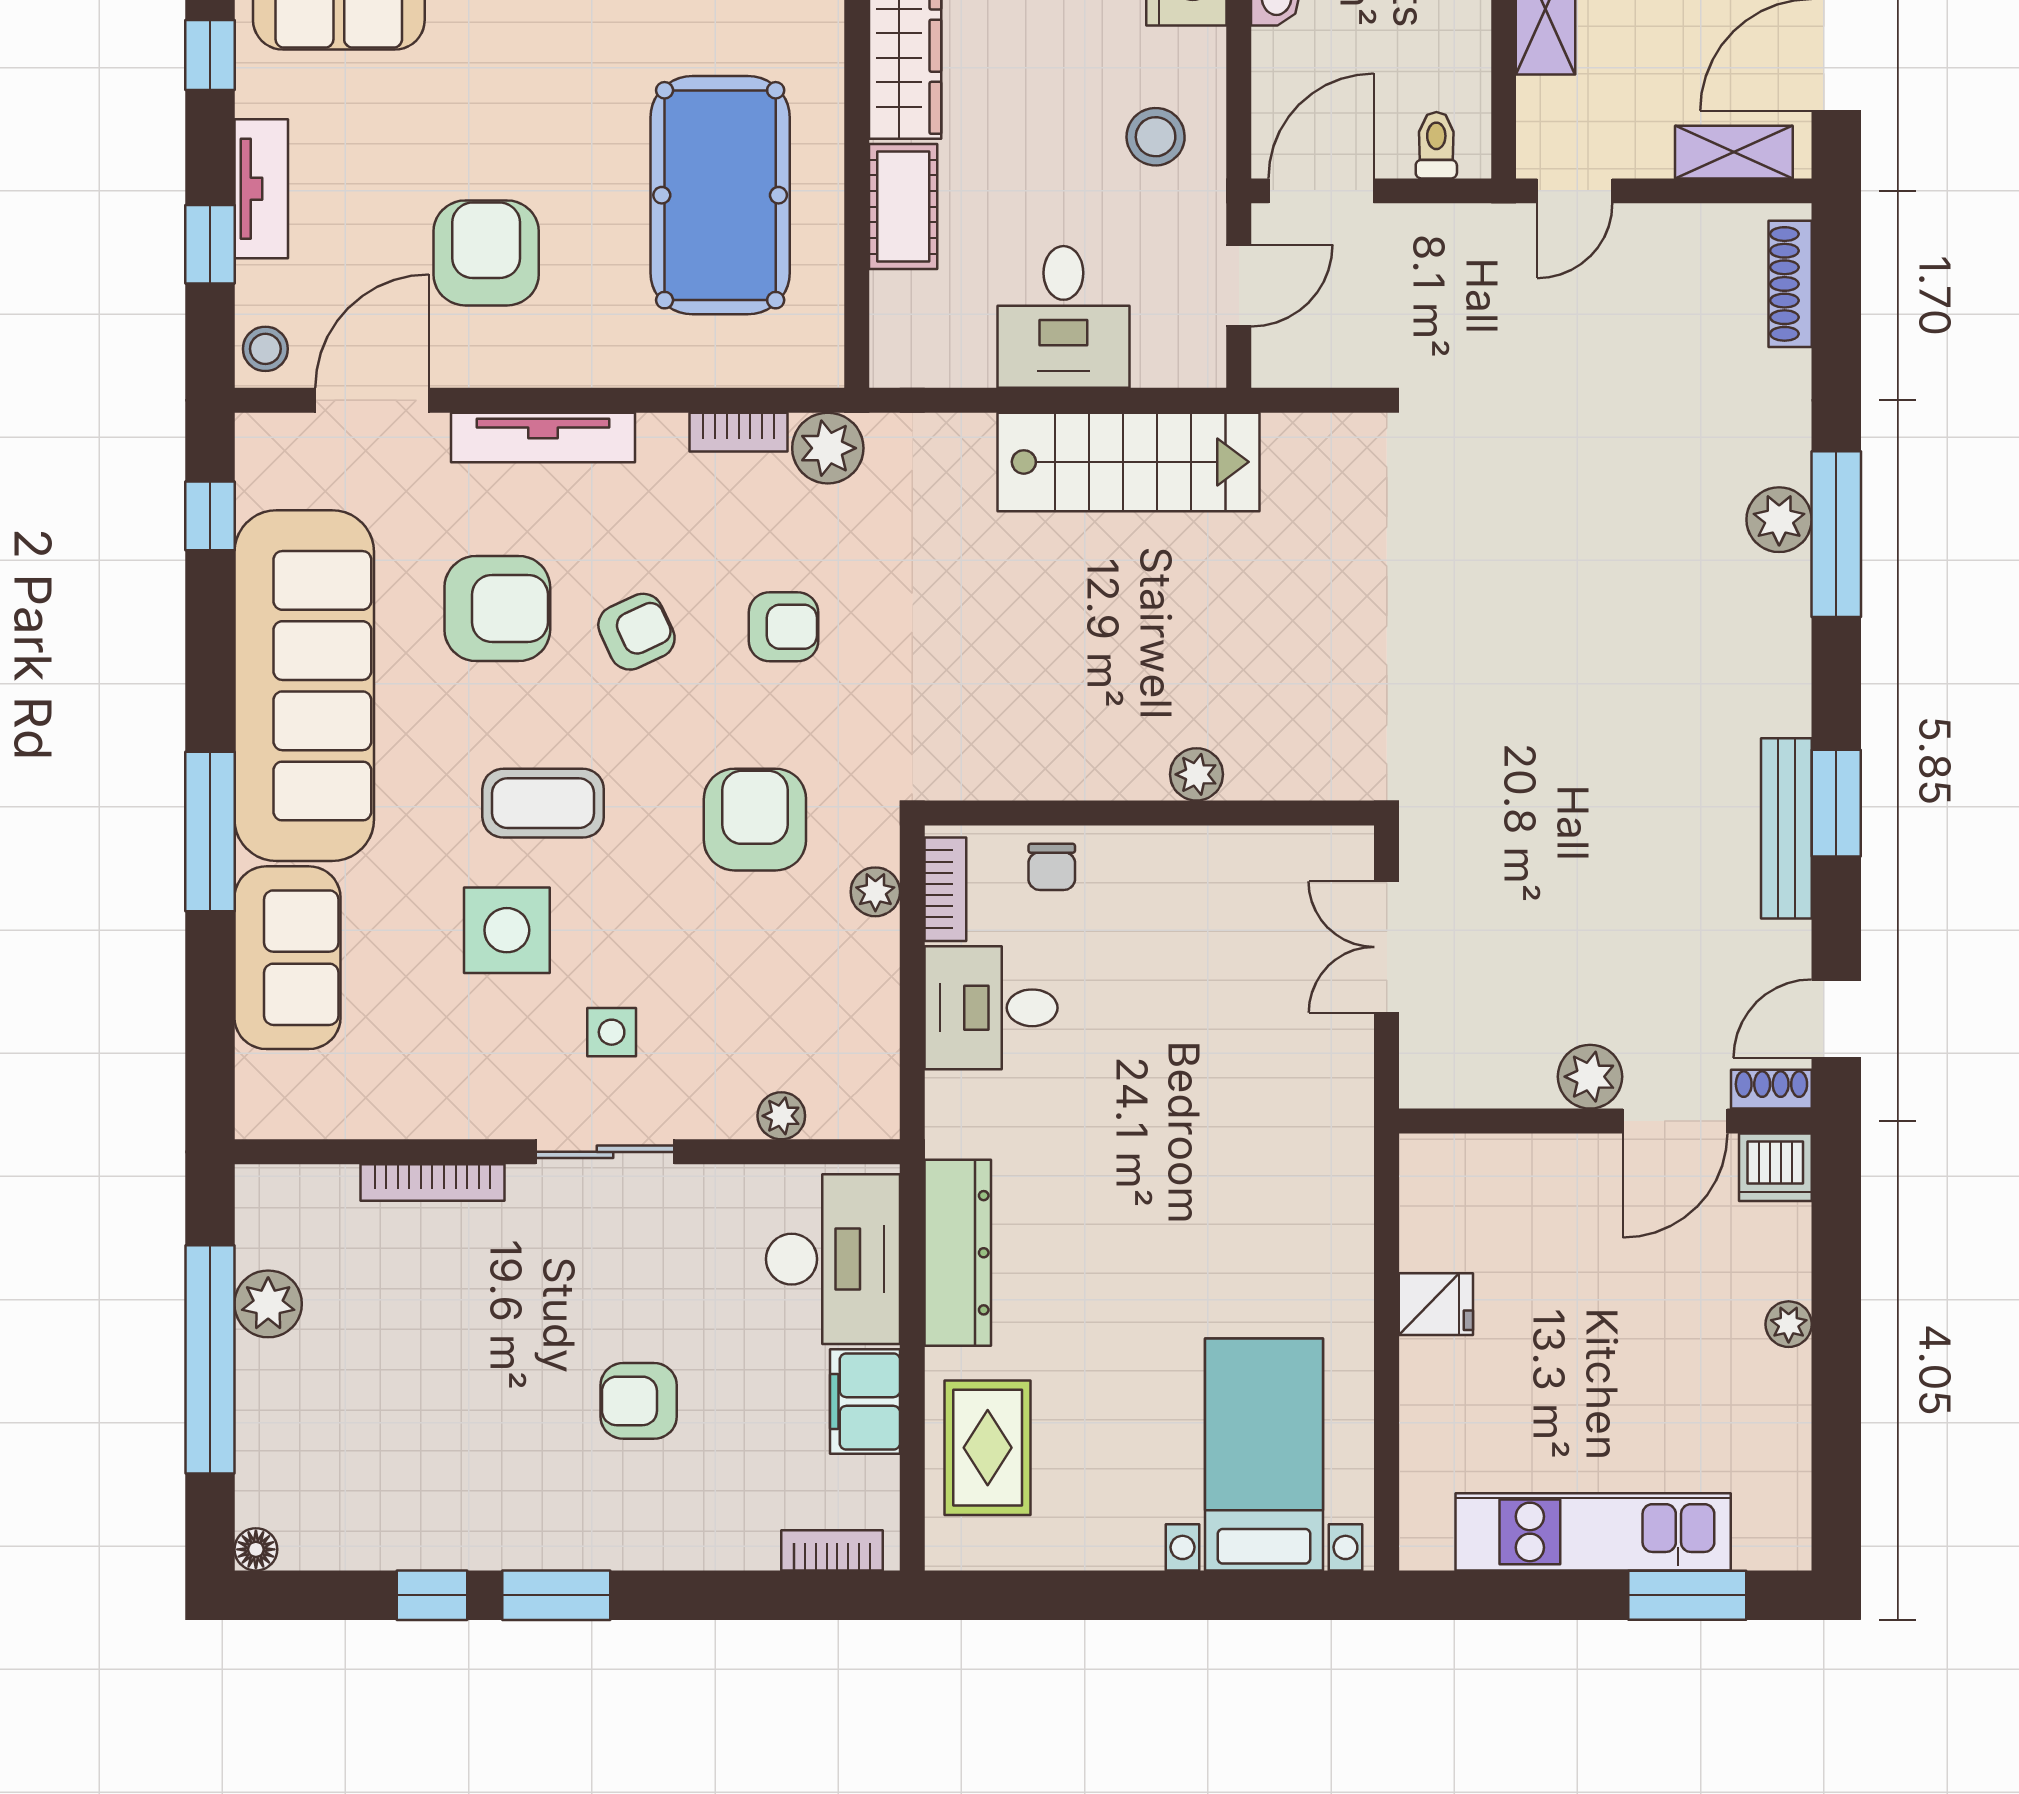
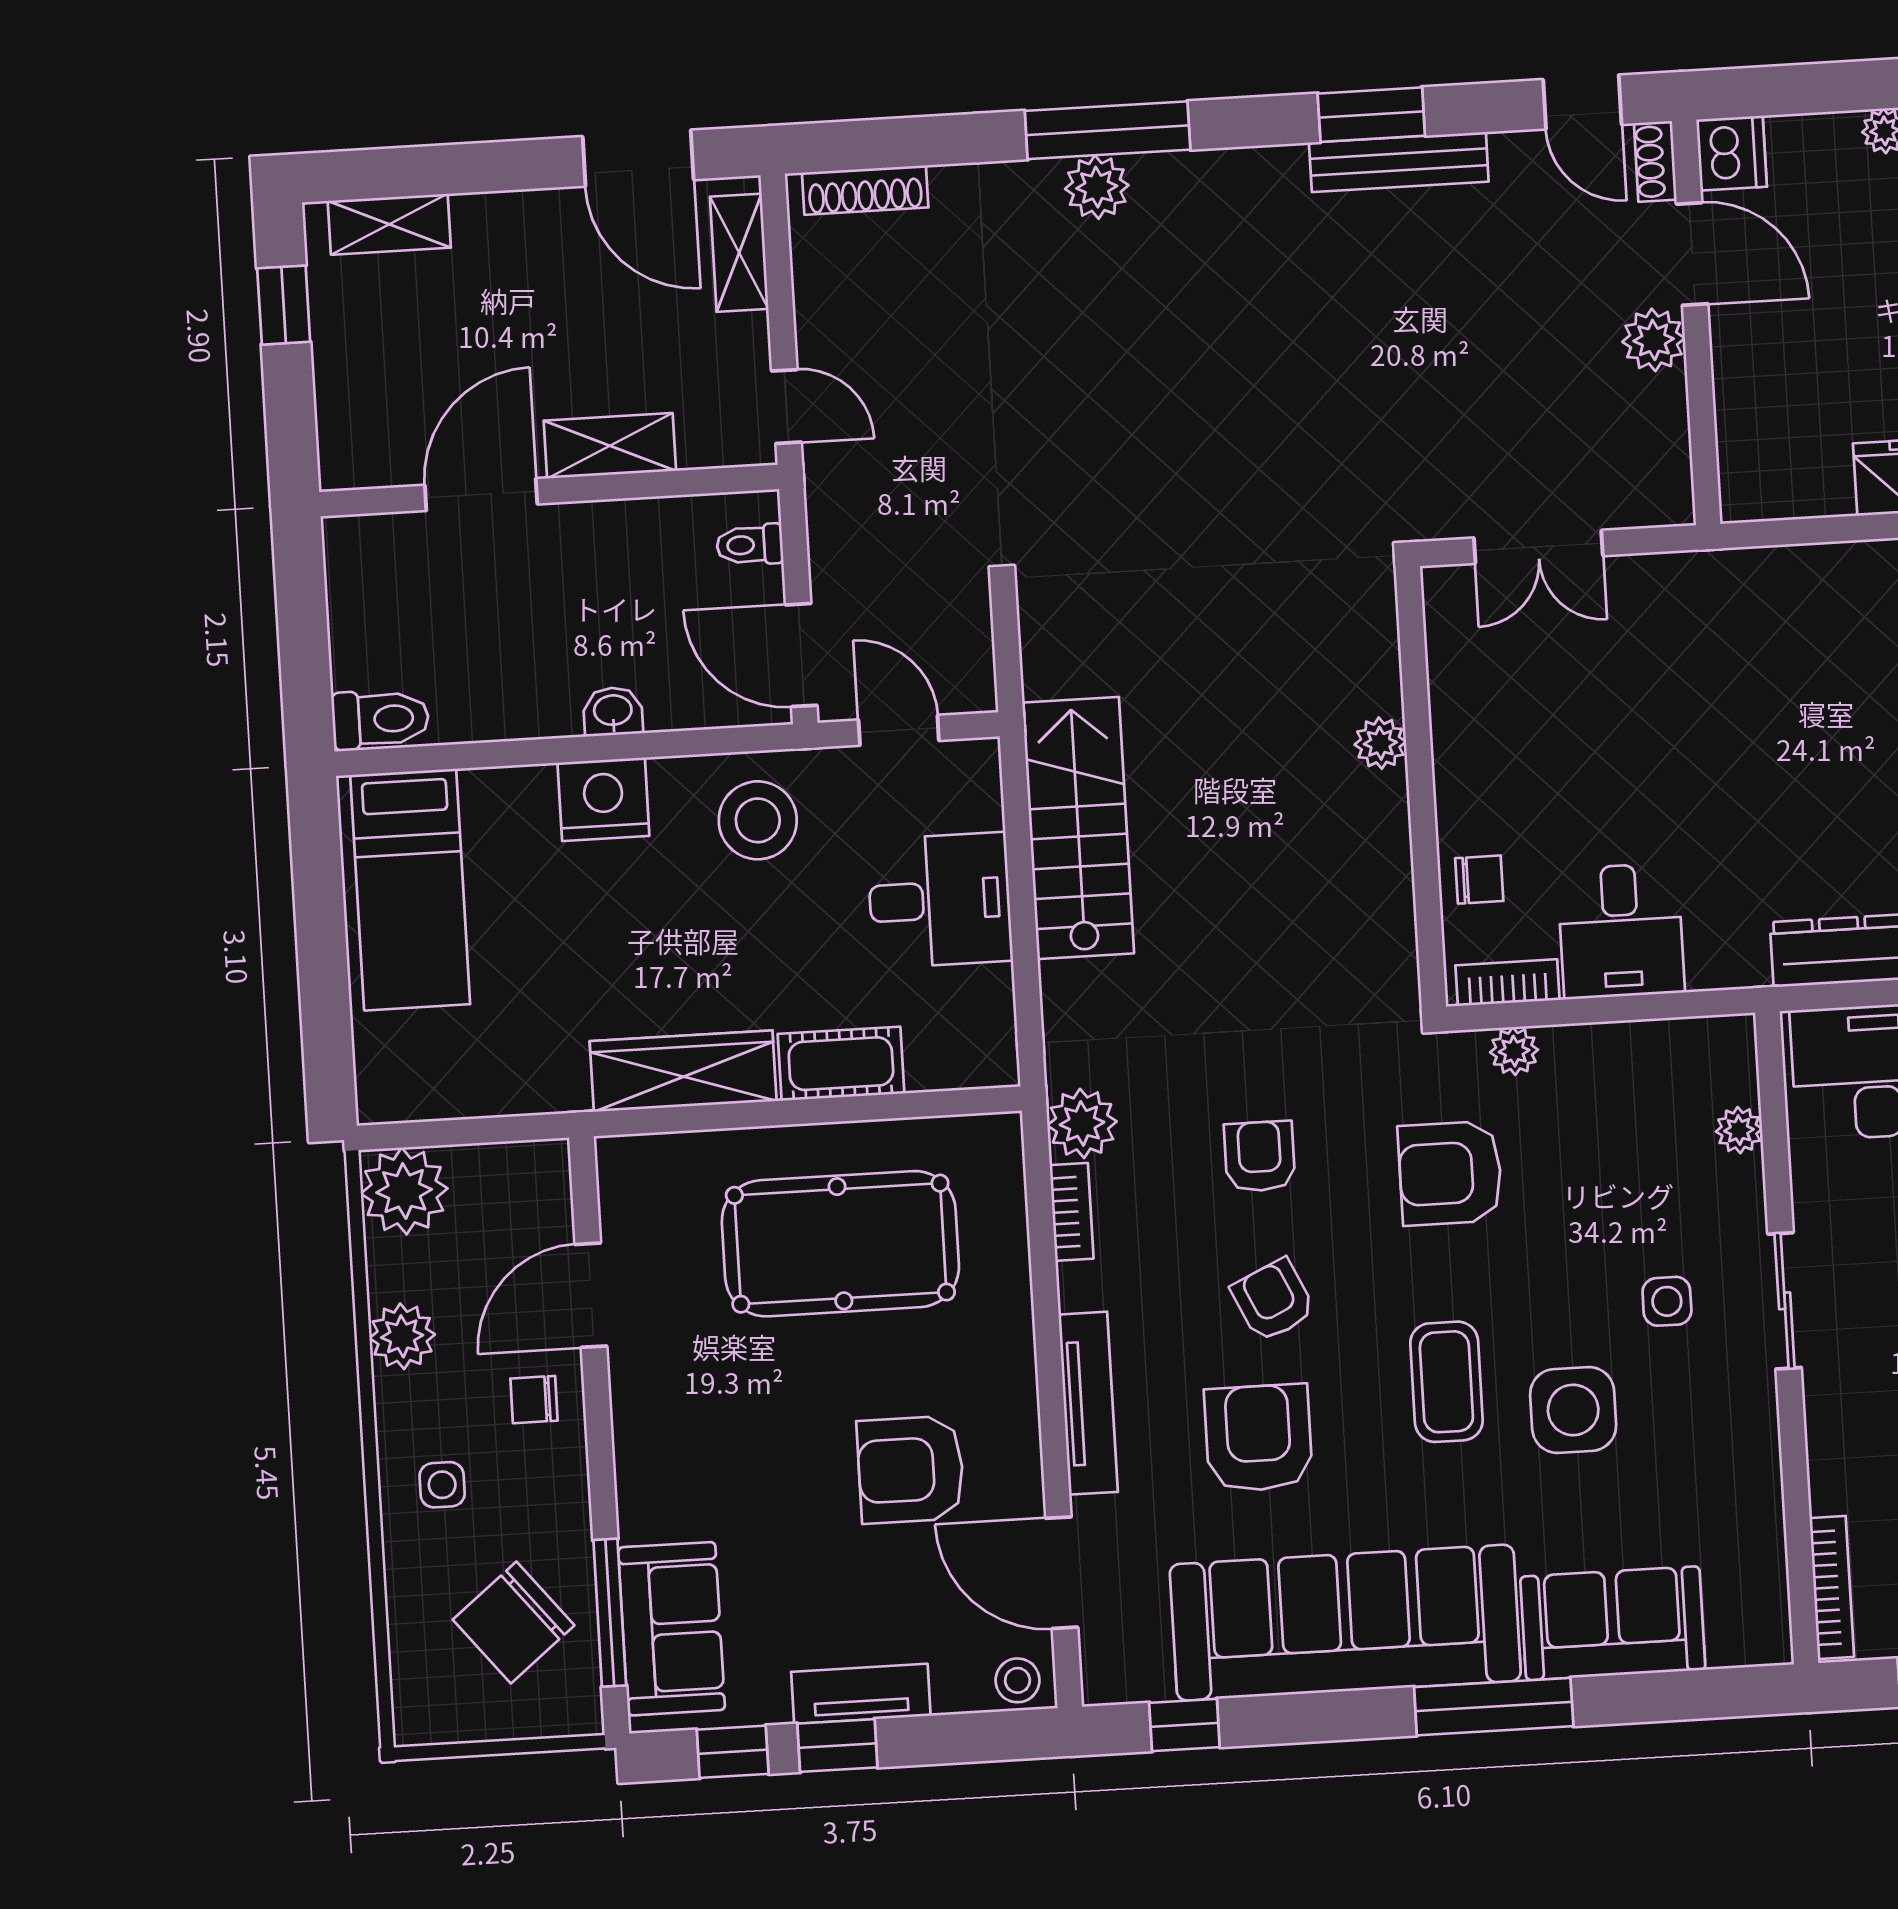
stool: (1156, 137) -> (758, 820), width x1.38, depth x1.38
window: (210, 244) -> (837, 1746), moved
bookcase: (432, 1183) -> (1832, 1587), moved

